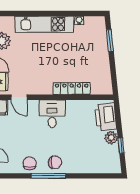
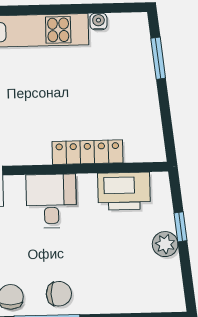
printer: (106, 117) -> (124, 191), moved, turned -84
window: (121, 146) -> (180, 227), moved

